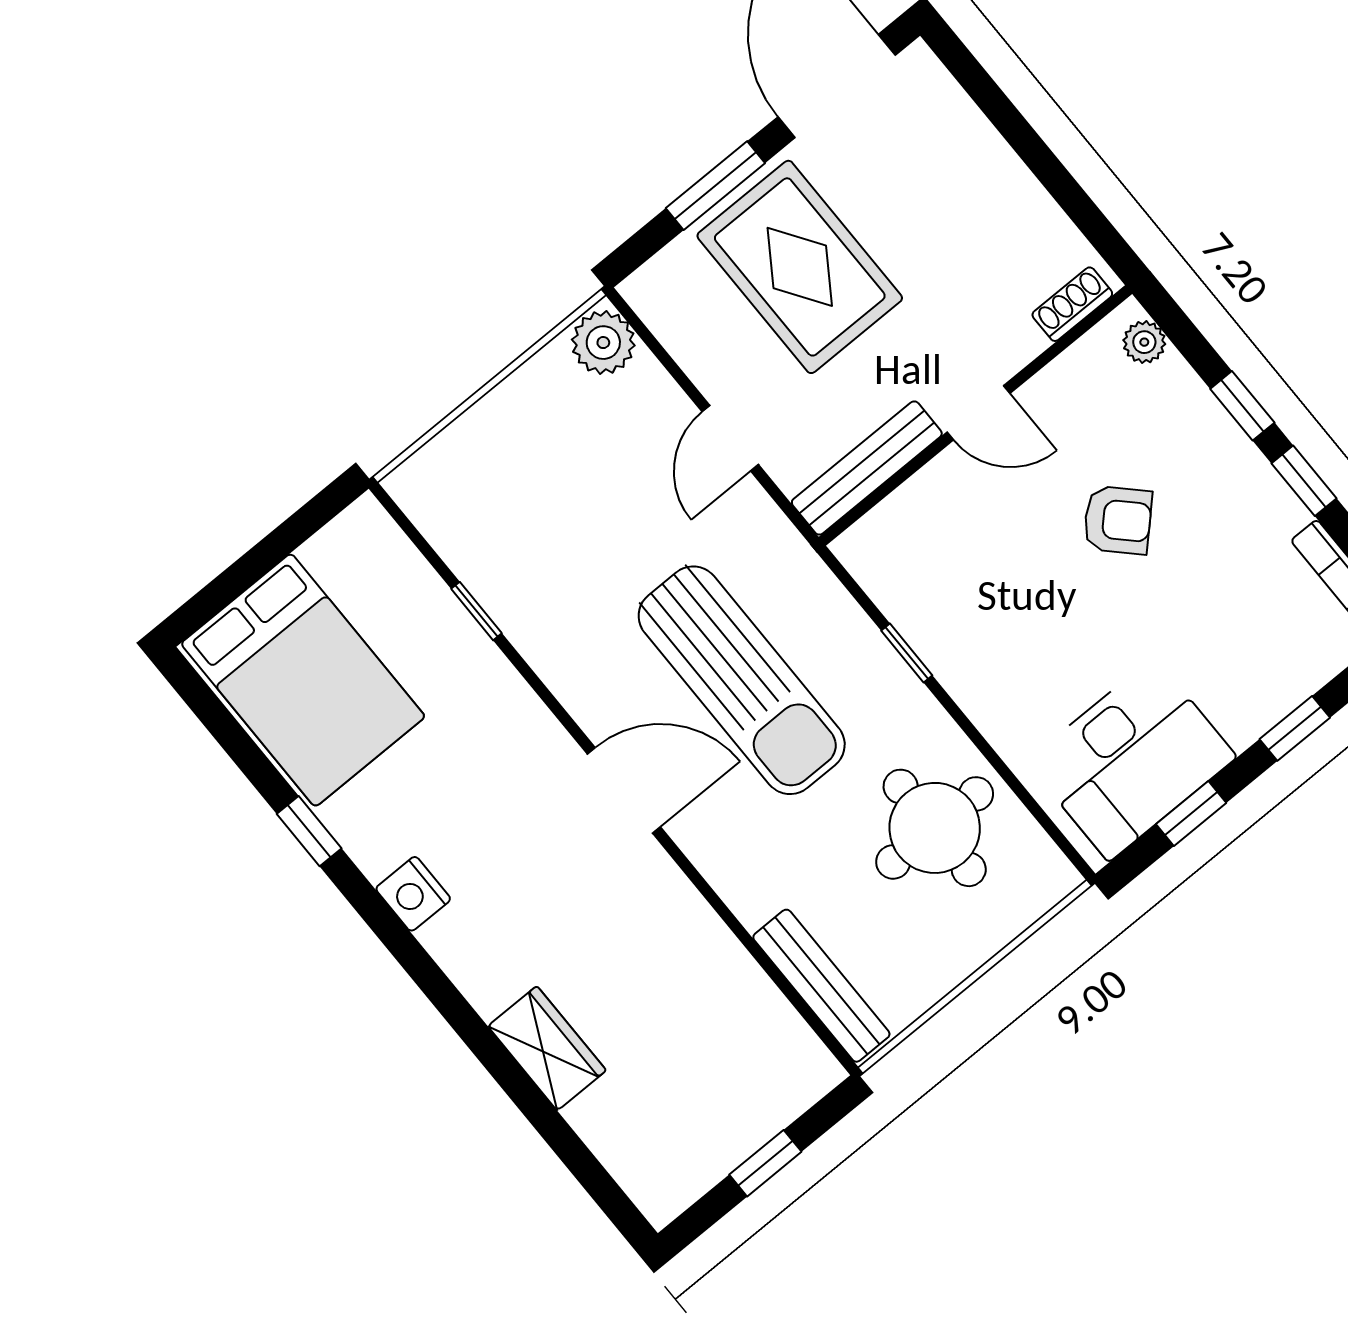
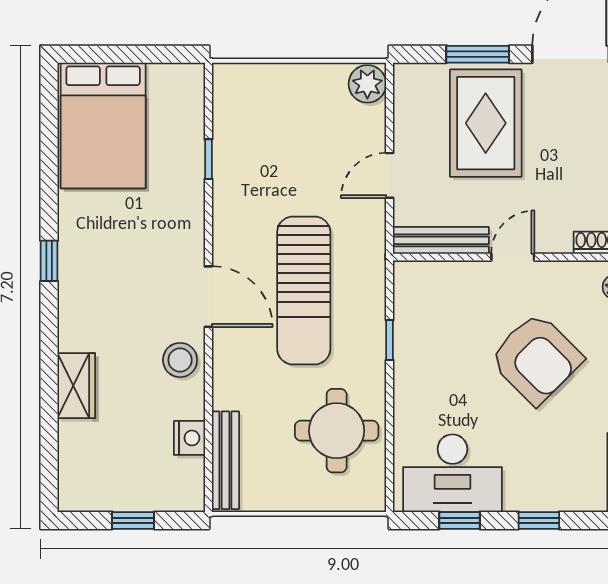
door: (979, 413) -> (513, 257), swing flipped
armchair: (1118, 520) -> (536, 359), width x1.88, depth x1.88
window: (309, 831) -> (49, 261), moved
nightstand: (413, 894) -> (189, 438), moved, turned 180
stool: (655, 903) -> (180, 360), added

